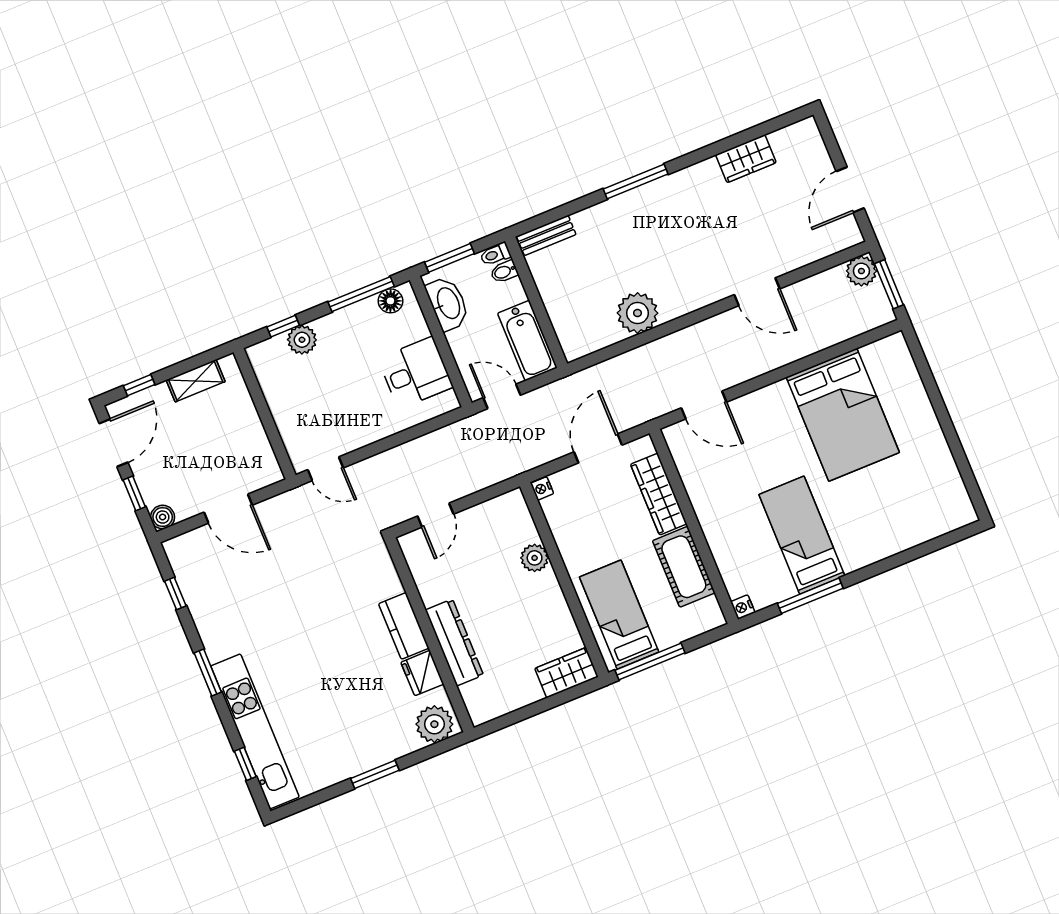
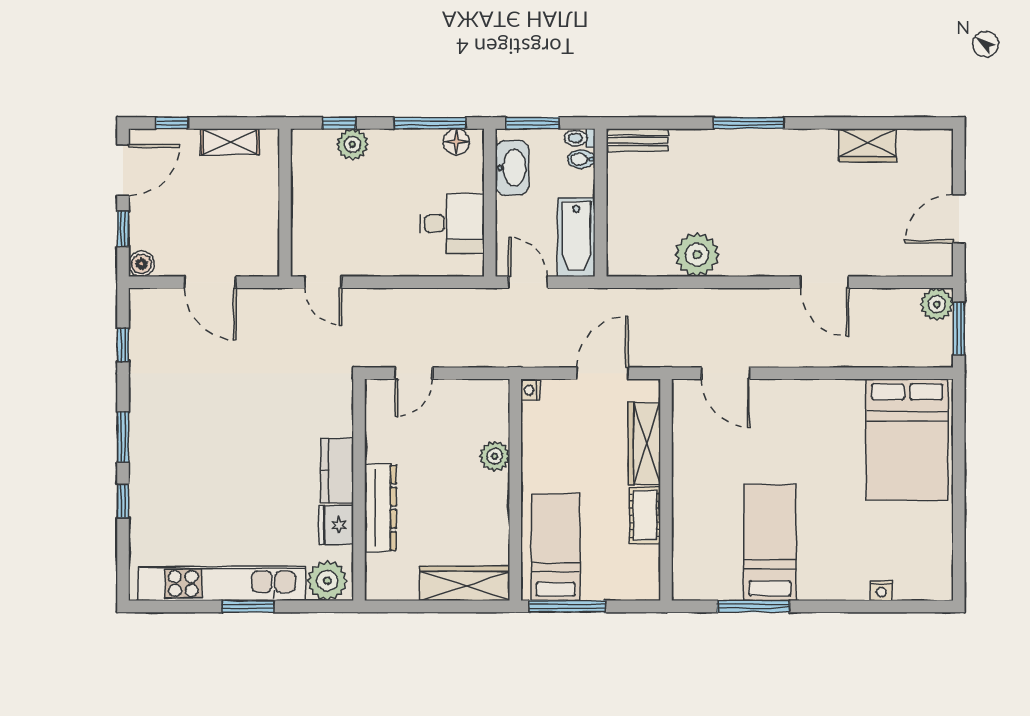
bed: (843, 415) -> (907, 440), moved
cot: (684, 567) -> (645, 515), width x0.73, depth x0.75
nightstand: (743, 607) -> (881, 591), moved, turned -90
wardrobe: (566, 673) -> (465, 583), width x1.50
kitchen unit: (255, 731) -> (222, 583), moved, turned -90
window: (245, 764) -> (123, 501), moved

